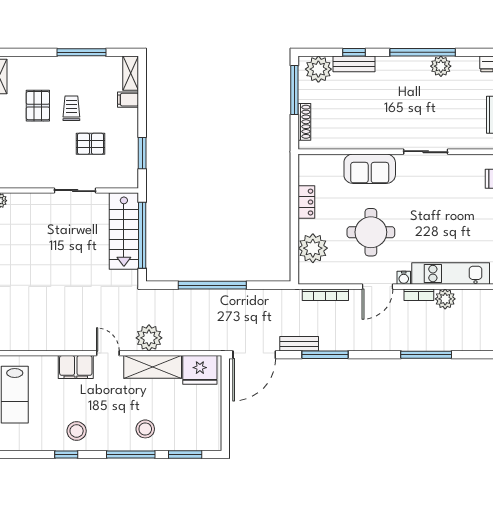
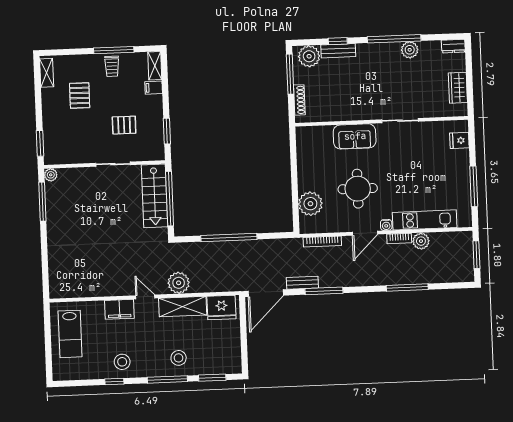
trolley: (71, 108) -> (112, 66), moved, turned 180
locker: (306, 202) -> (304, 166), removed

